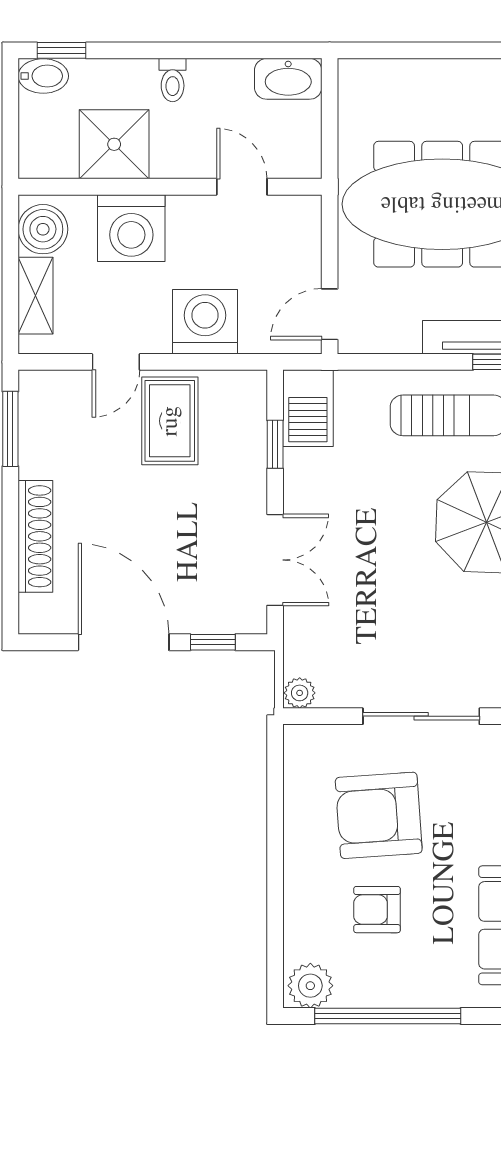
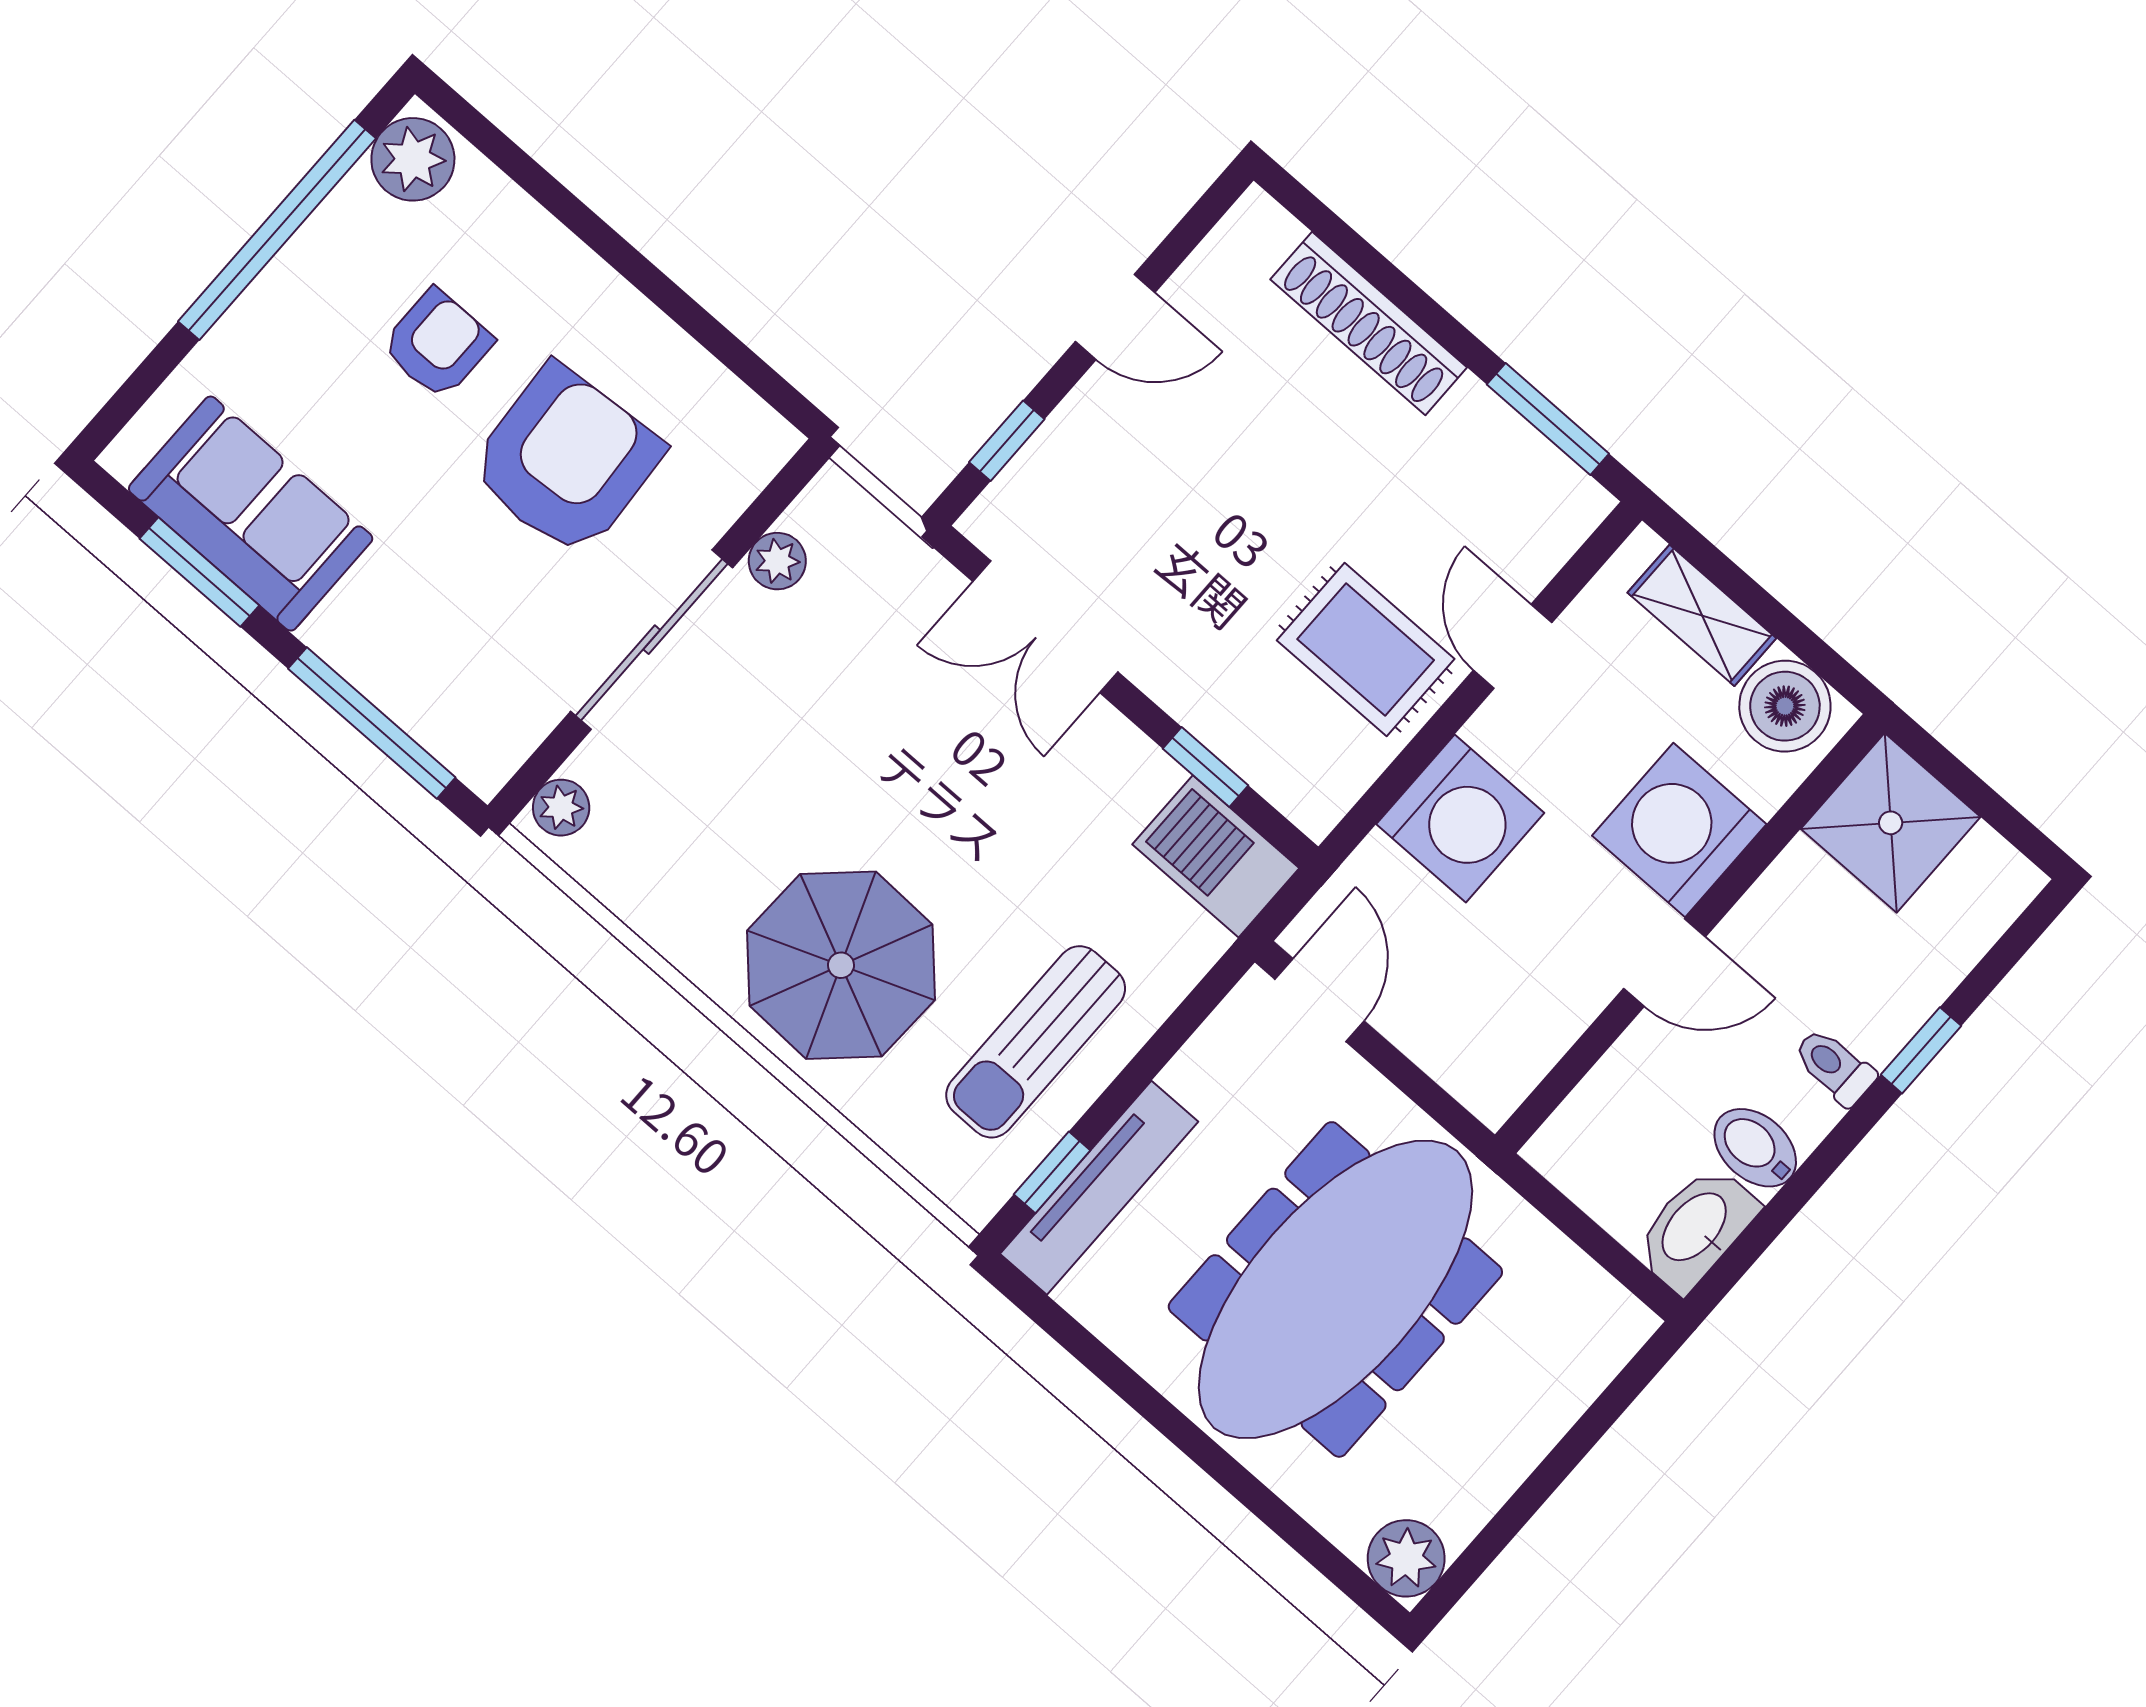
window: (62, 50) -> (1921, 1050), moved
bidet: (43, 76) -> (1755, 1148), moved, turned 90
shower: (114, 144) -> (1891, 823), moved
door: (242, 187) -> (1664, 963), moved
door: (124, 642) -> (1115, 317), width x0.53
plant: (300, 693) -> (777, 561), moved

